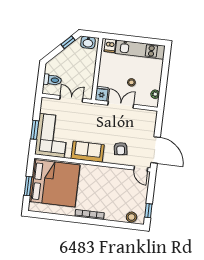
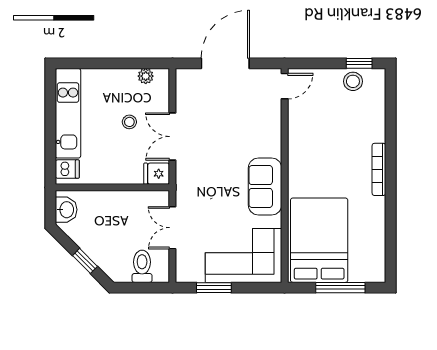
window: (68, 42) -> (85, 261), moved
window: (35, 130) -> (214, 288), moved
armchair: (121, 149) -> (252, 127), removed
door: (156, 150) -> (225, 63), moved
bed: (54, 183) -> (319, 240), width x0.73
window: (28, 186) -> (340, 288), width x1.44
stool: (132, 217) -> (353, 81), moved

